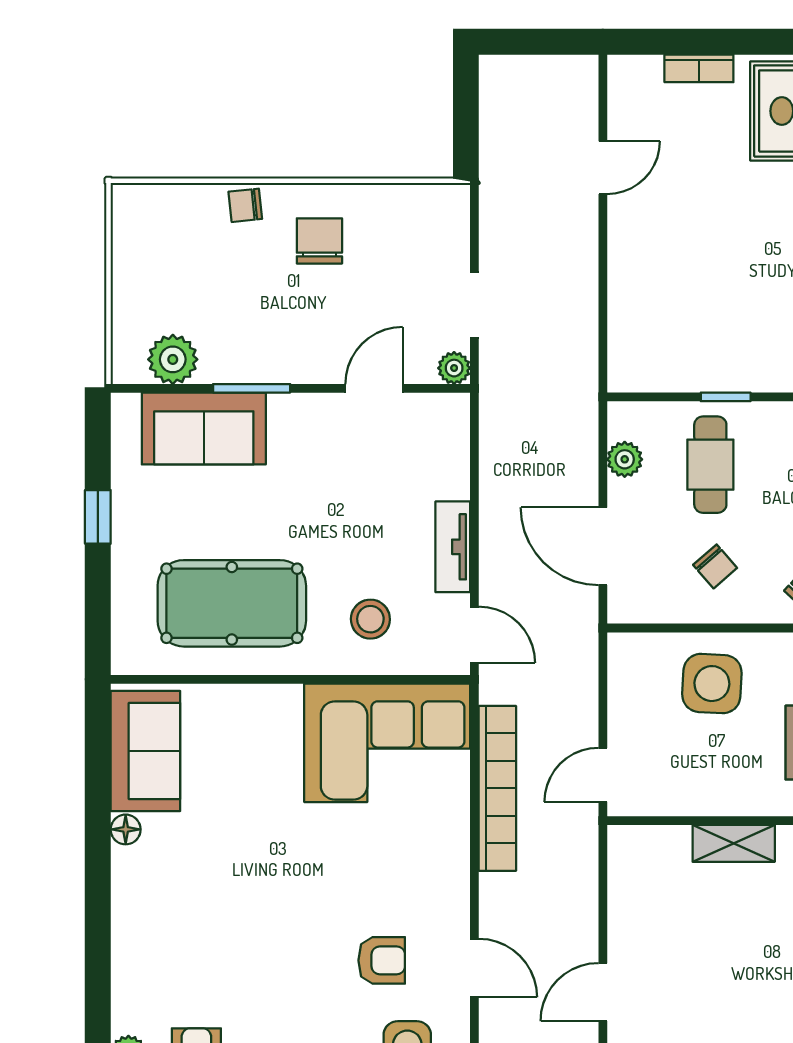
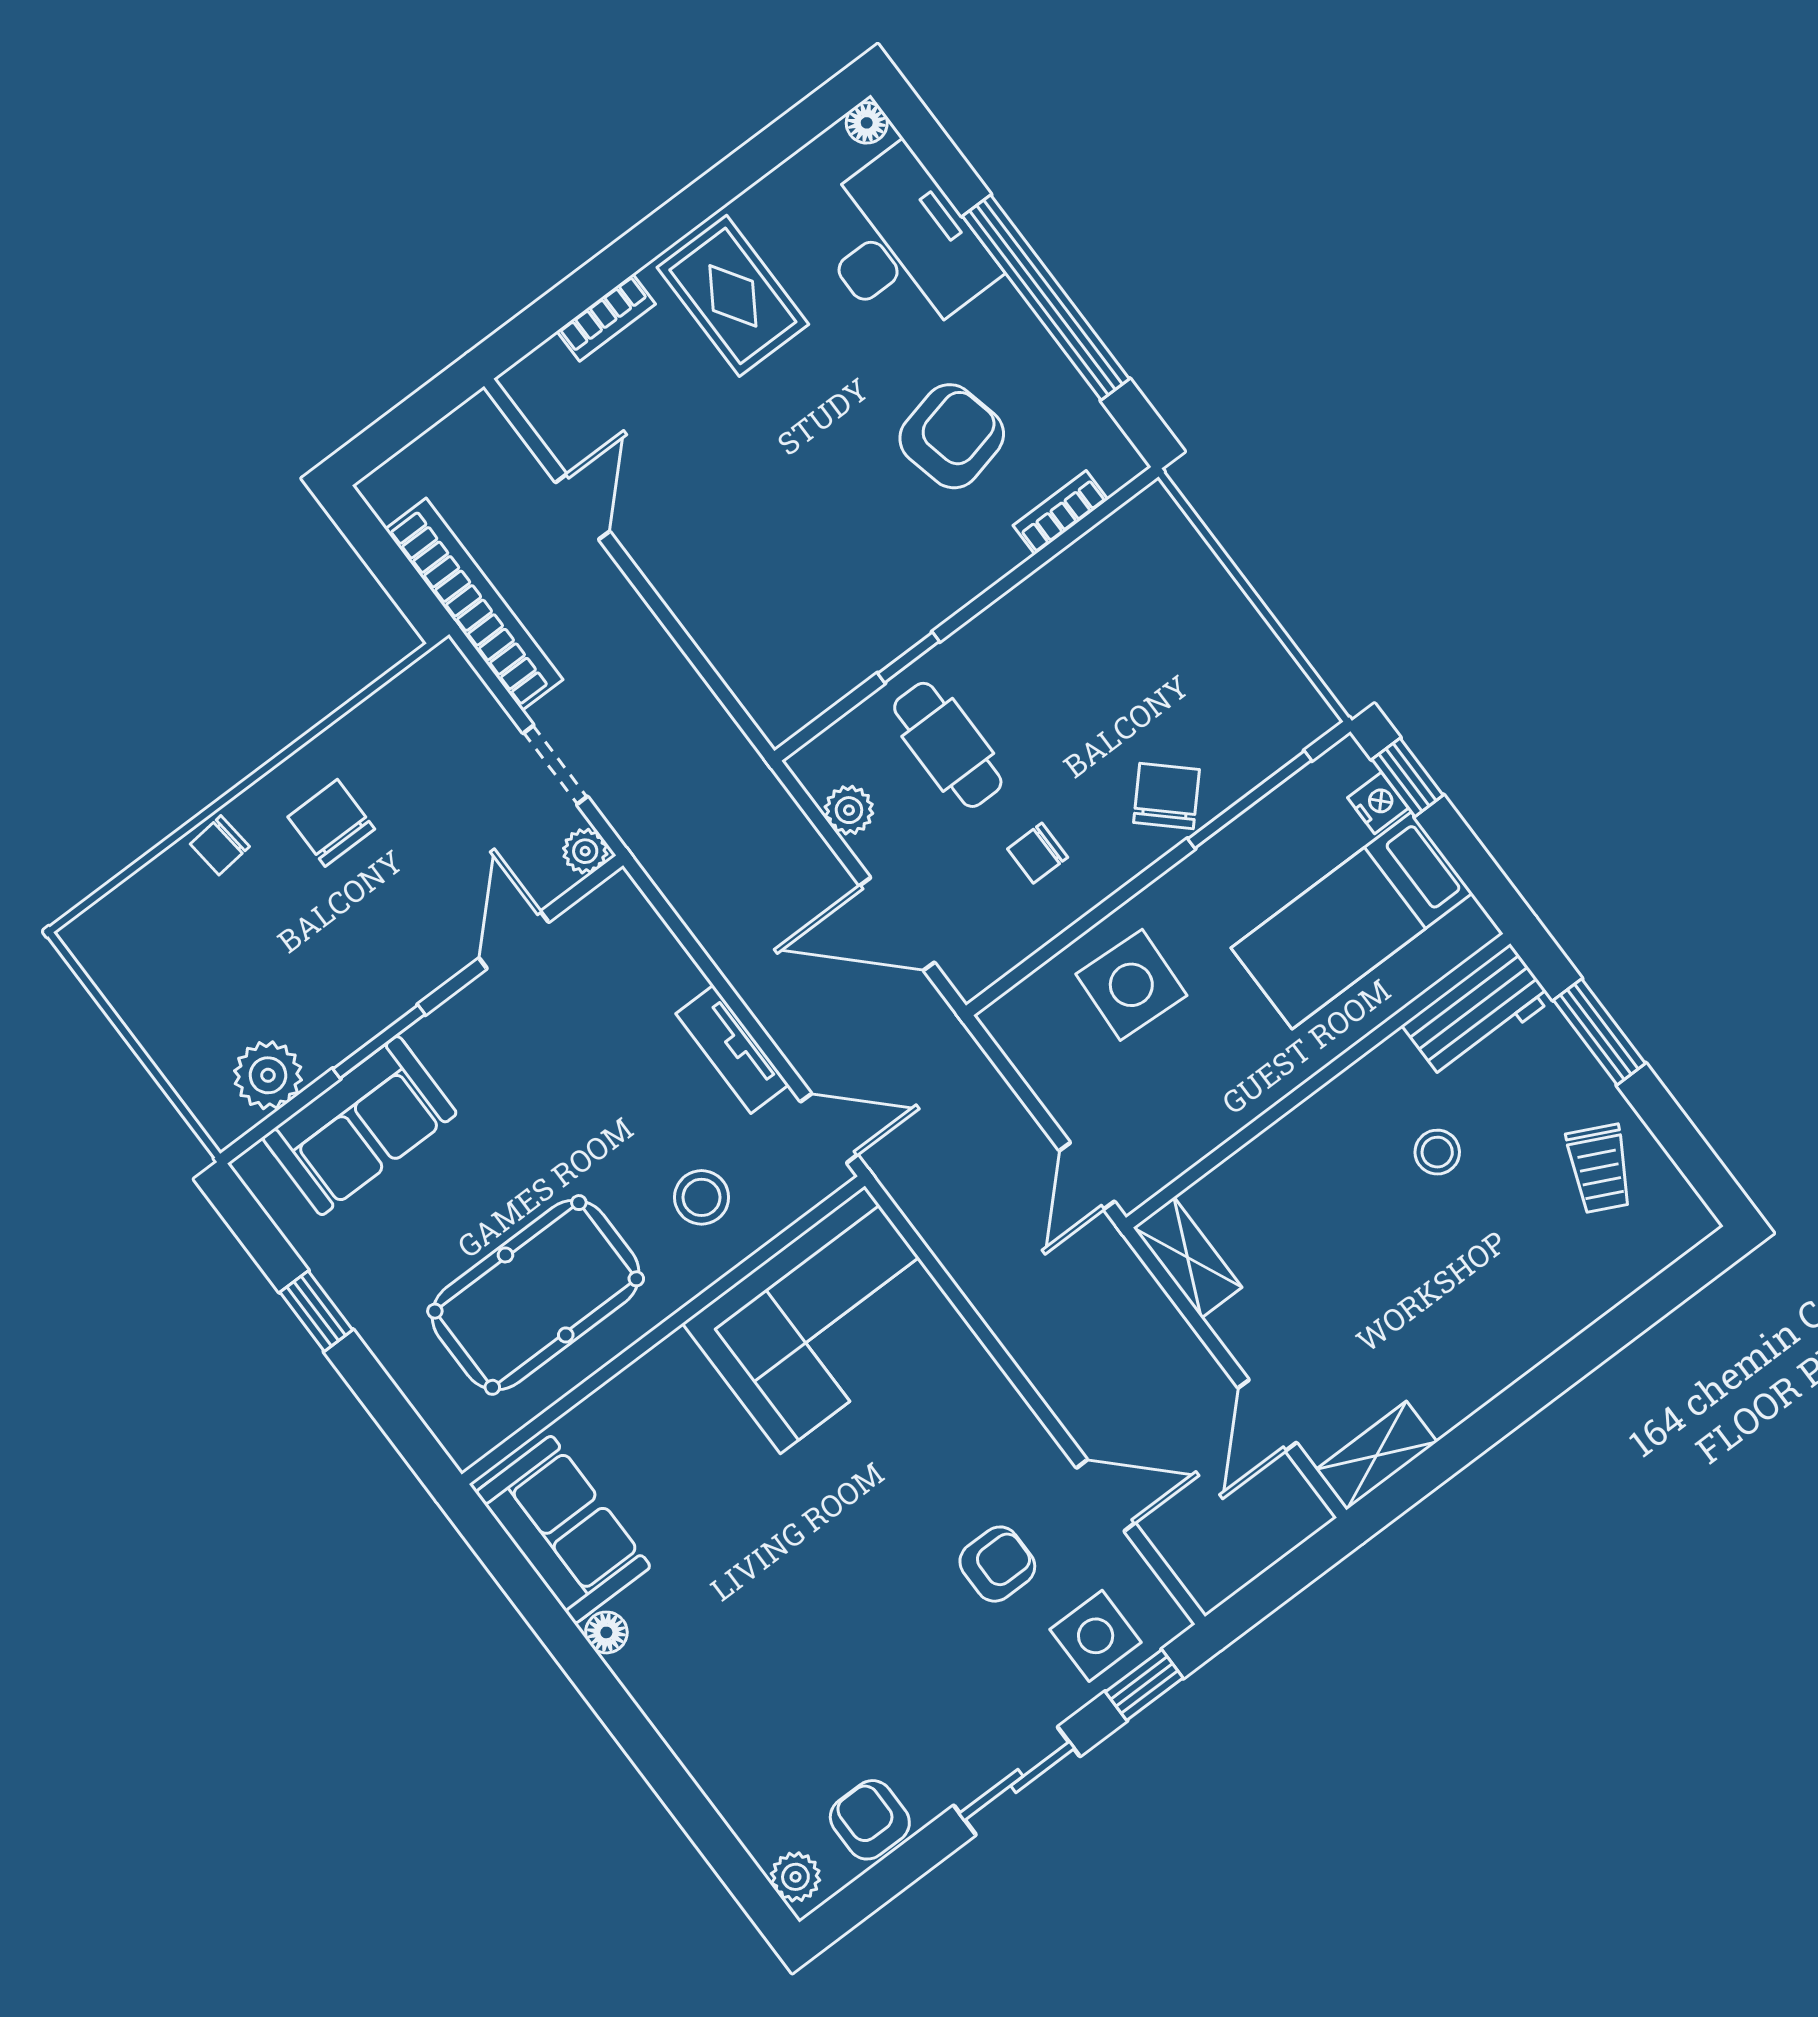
chair: (715, 566) -> (1038, 853), turned 131
bookcase: (497, 788) -> (474, 604), moved
shelving: (734, 843) -> (1188, 1257), moved, turned 90

